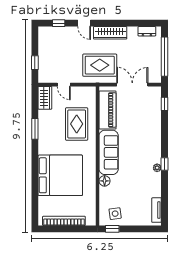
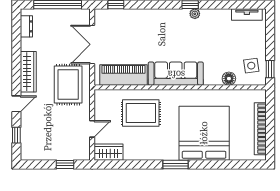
window: (35, 129) -> (175, 165), moved
floor lamp: (105, 181) -> (229, 79), moved

